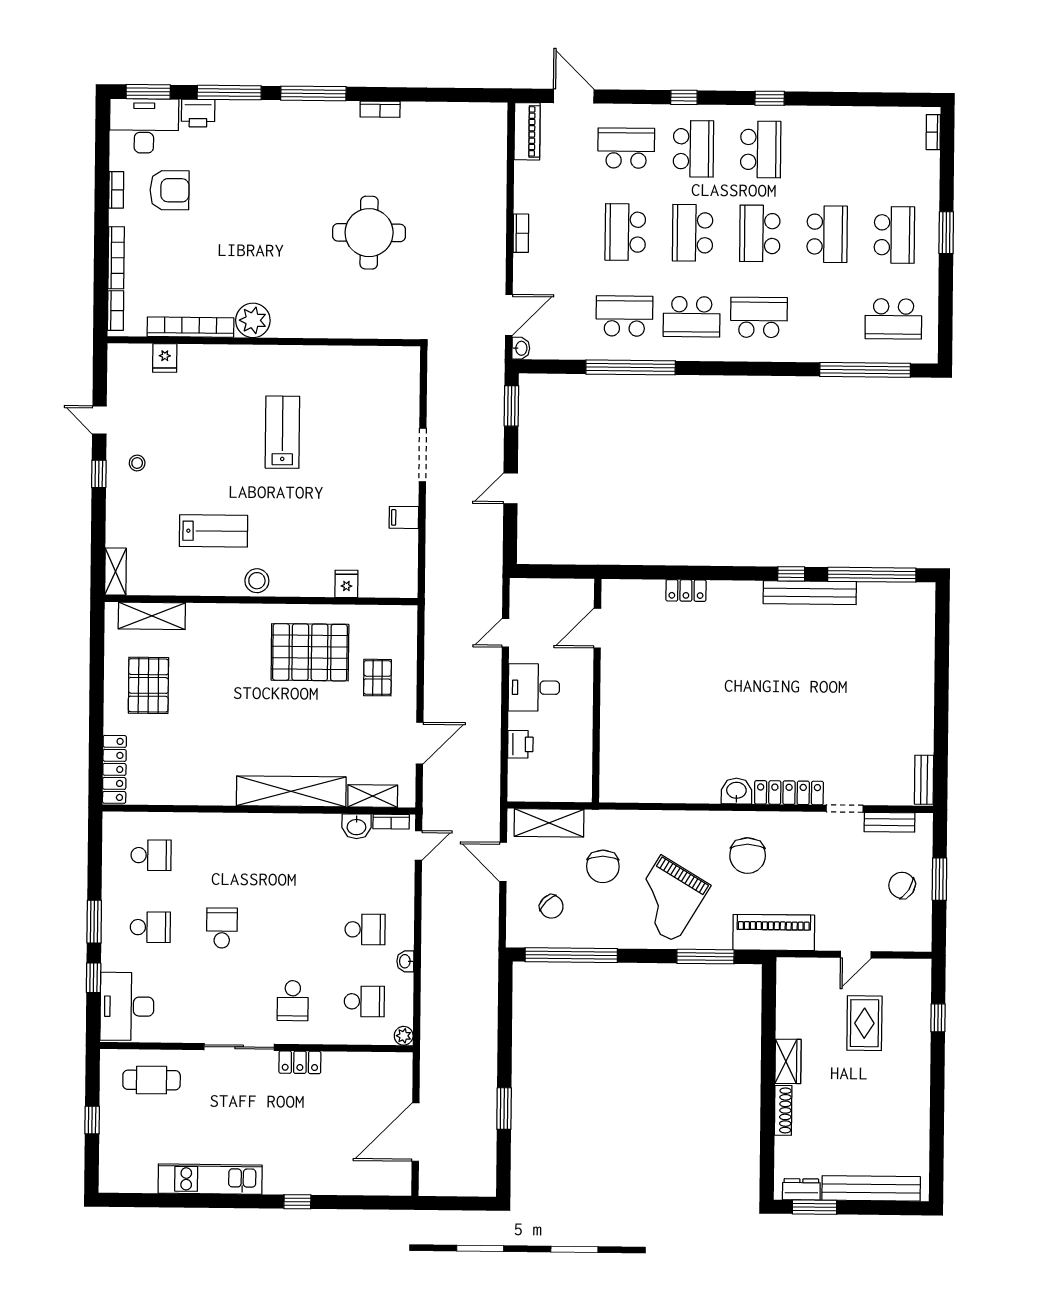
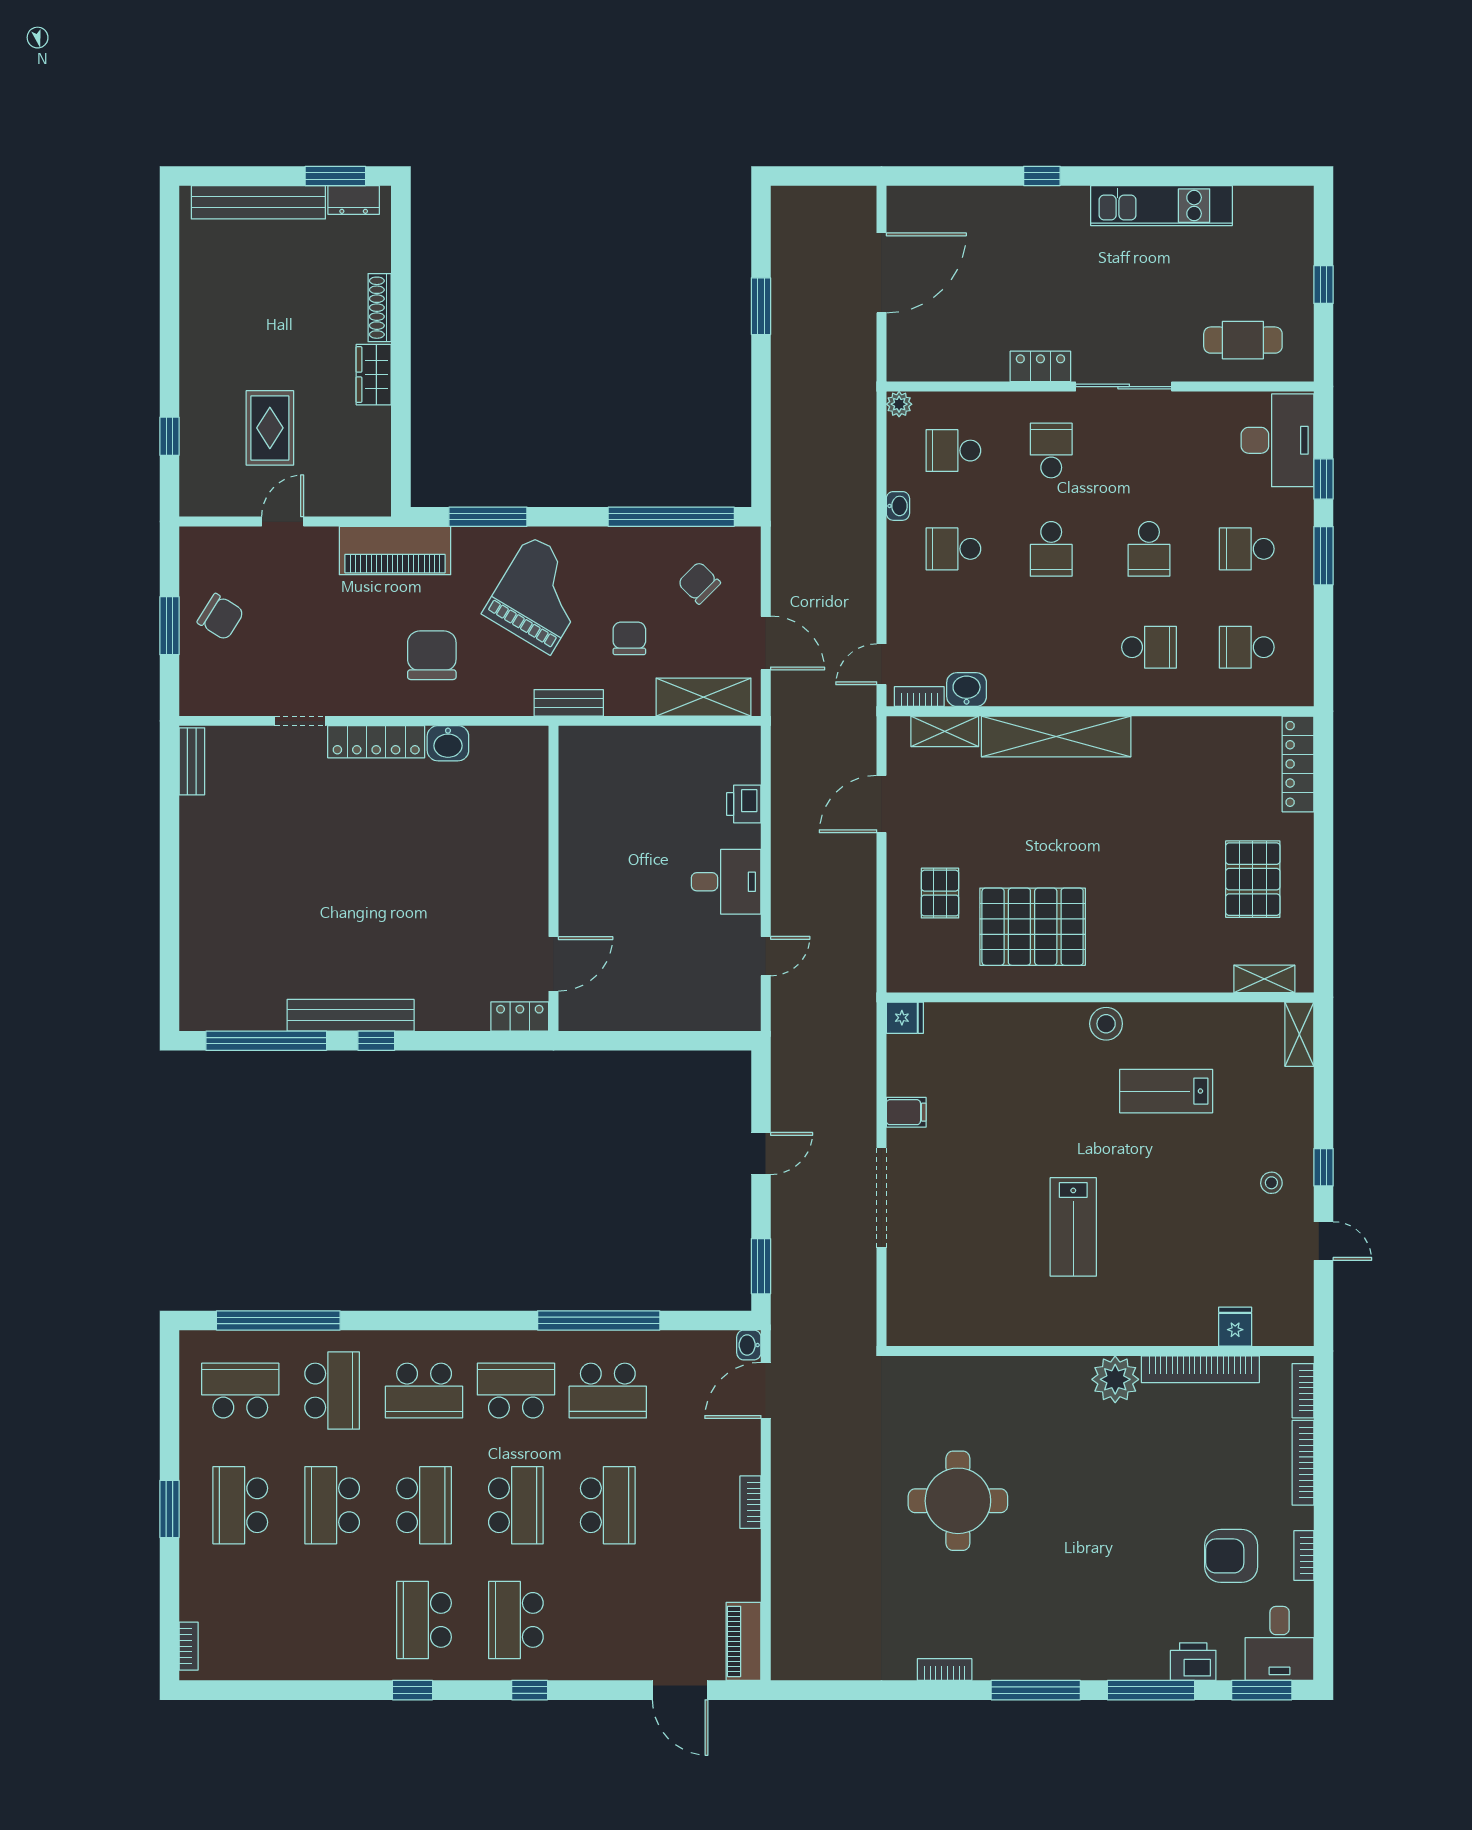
desk: (144, 126) -> (1280, 1643), width x0.73
school desk: (626, 148) -> (332, 1391), moved, turned -90
doorway: (423, 455) -> (881, 1198), width x1.36
fridge: (346, 584) -> (905, 1018), moved, turned -90
shelving: (152, 616) -> (1264, 979), width x0.67, depth x0.75
door: (597, 628) -> (554, 964), moved
wall: (597, 691) -> (554, 878), moved
bench: (889, 822) -> (569, 703), moved
school desk: (223, 856) -> (1149, 647), added
chair: (603, 866) -> (629, 638), width x0.73, depth x0.73
school desk: (293, 929) -> (1051, 549), added

